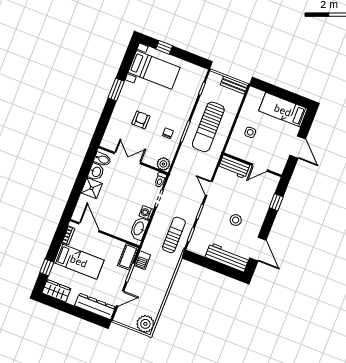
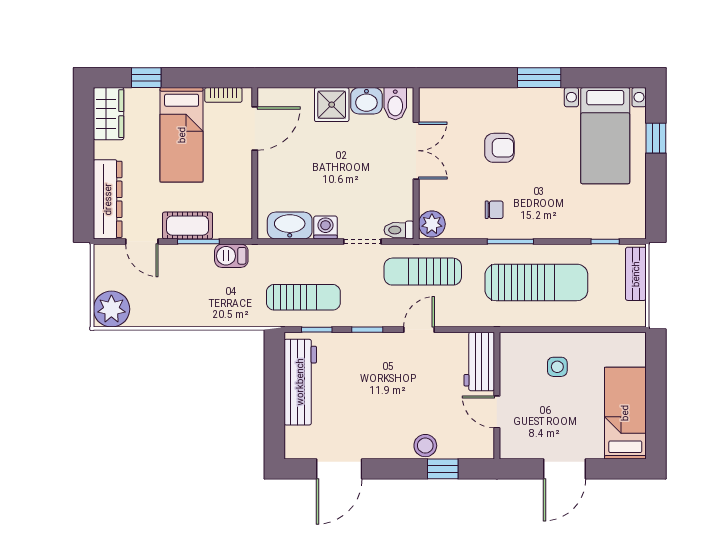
bench: (234, 85) -> (636, 274), moved
sun lounger: (208, 127) -> (536, 282), turned 180
sun lounger: (183, 176) -> (423, 272), added
stool: (236, 220) -> (425, 446), moved
cot: (128, 257) -> (187, 226), moved
workbench: (227, 257) -> (300, 382), moved

